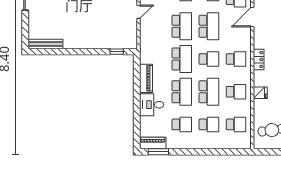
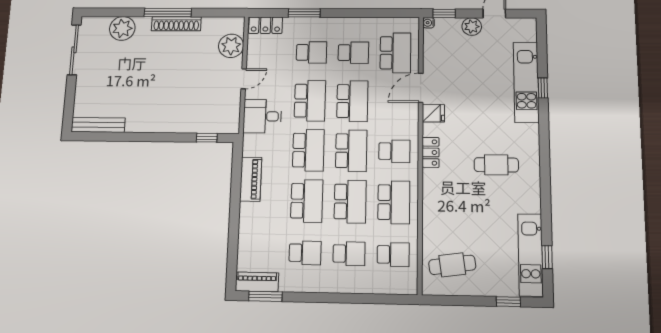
school desk: (209, 59) -> (351, 151), width x1.85
school desk: (236, 92) -> (394, 202), width x1.85
fridge: (260, 93) -> (433, 113), moved
desk: (152, 105) -> (262, 116), moved

